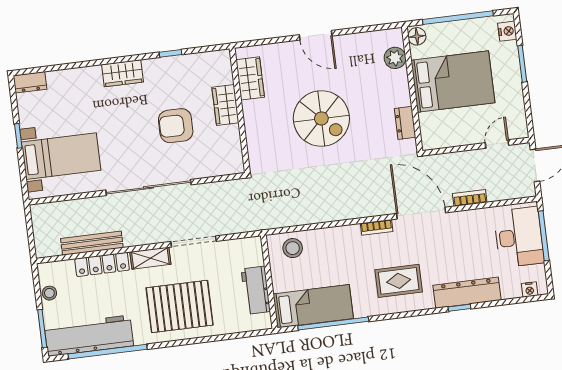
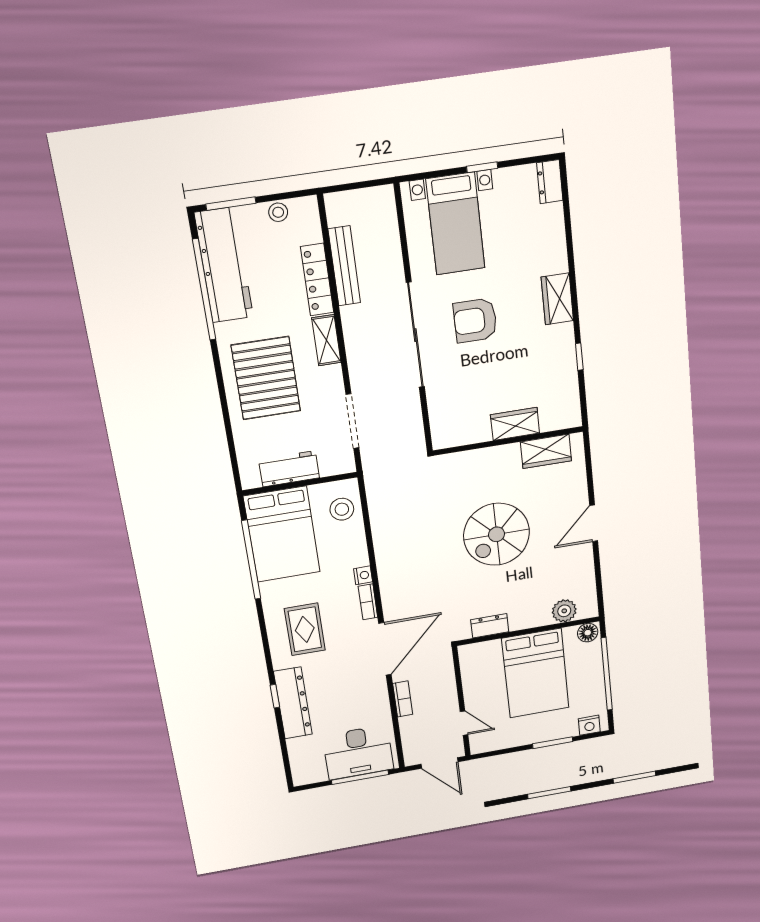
armchair: (176, 126) -> (475, 320), moved, turned -90
doorway: (194, 241) -> (352, 421), moved
nightstand: (530, 290) -> (363, 575), moved, turned 180
bed: (313, 306) -> (282, 534), width x1.50

